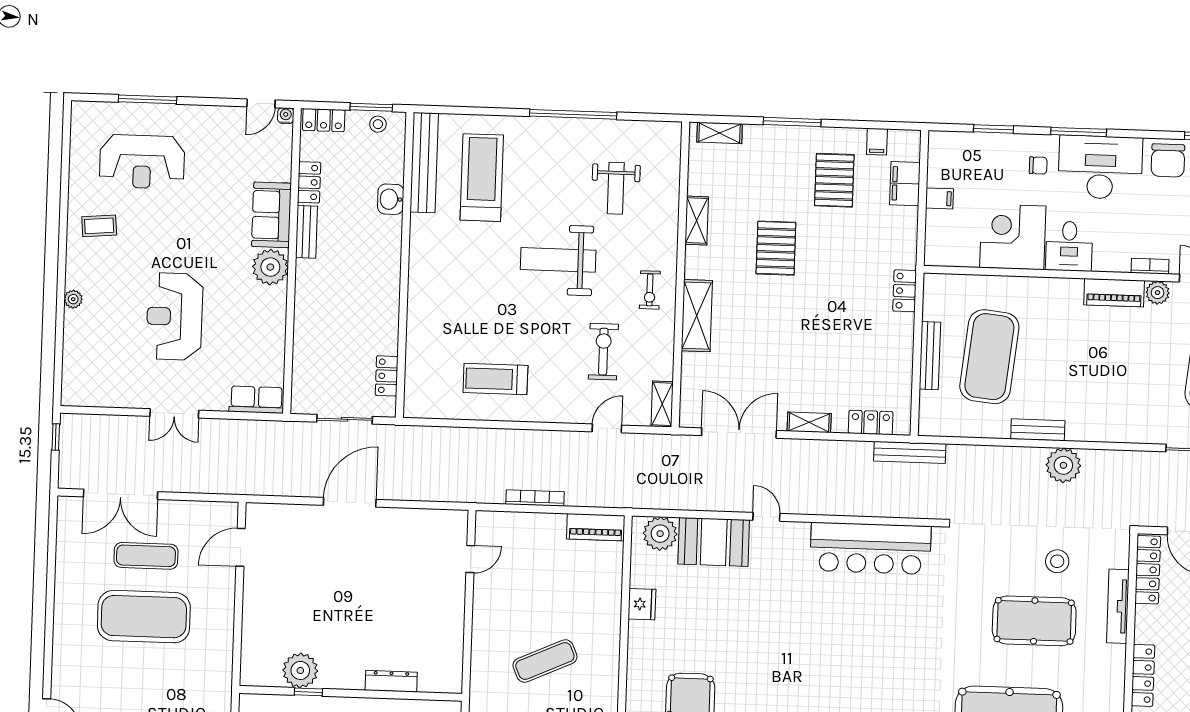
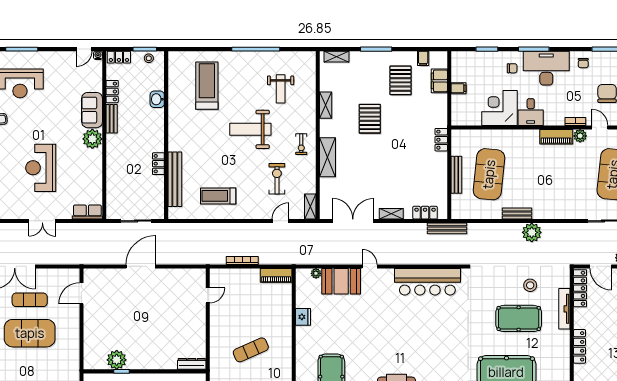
chair: (1168, 160) -> (583, 63), width x0.54, depth x0.54
bench: (424, 163) -> (175, 179), moved
locker: (387, 376) -> (158, 164), moved
plant: (660, 534) -> (316, 273), width x0.53, depth x0.53
dresser: (391, 681) -> (192, 364), moved

